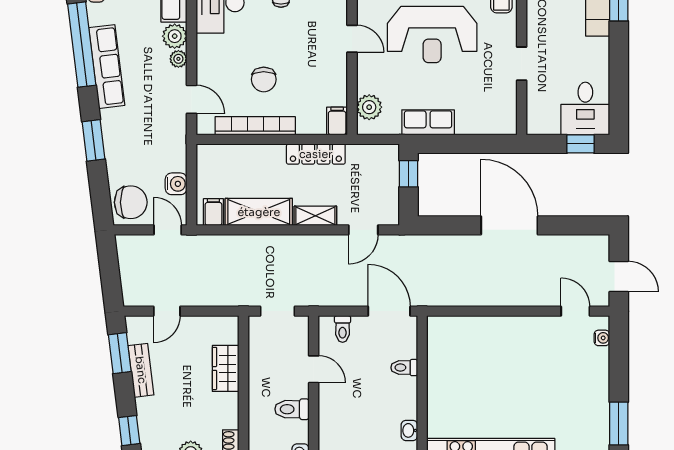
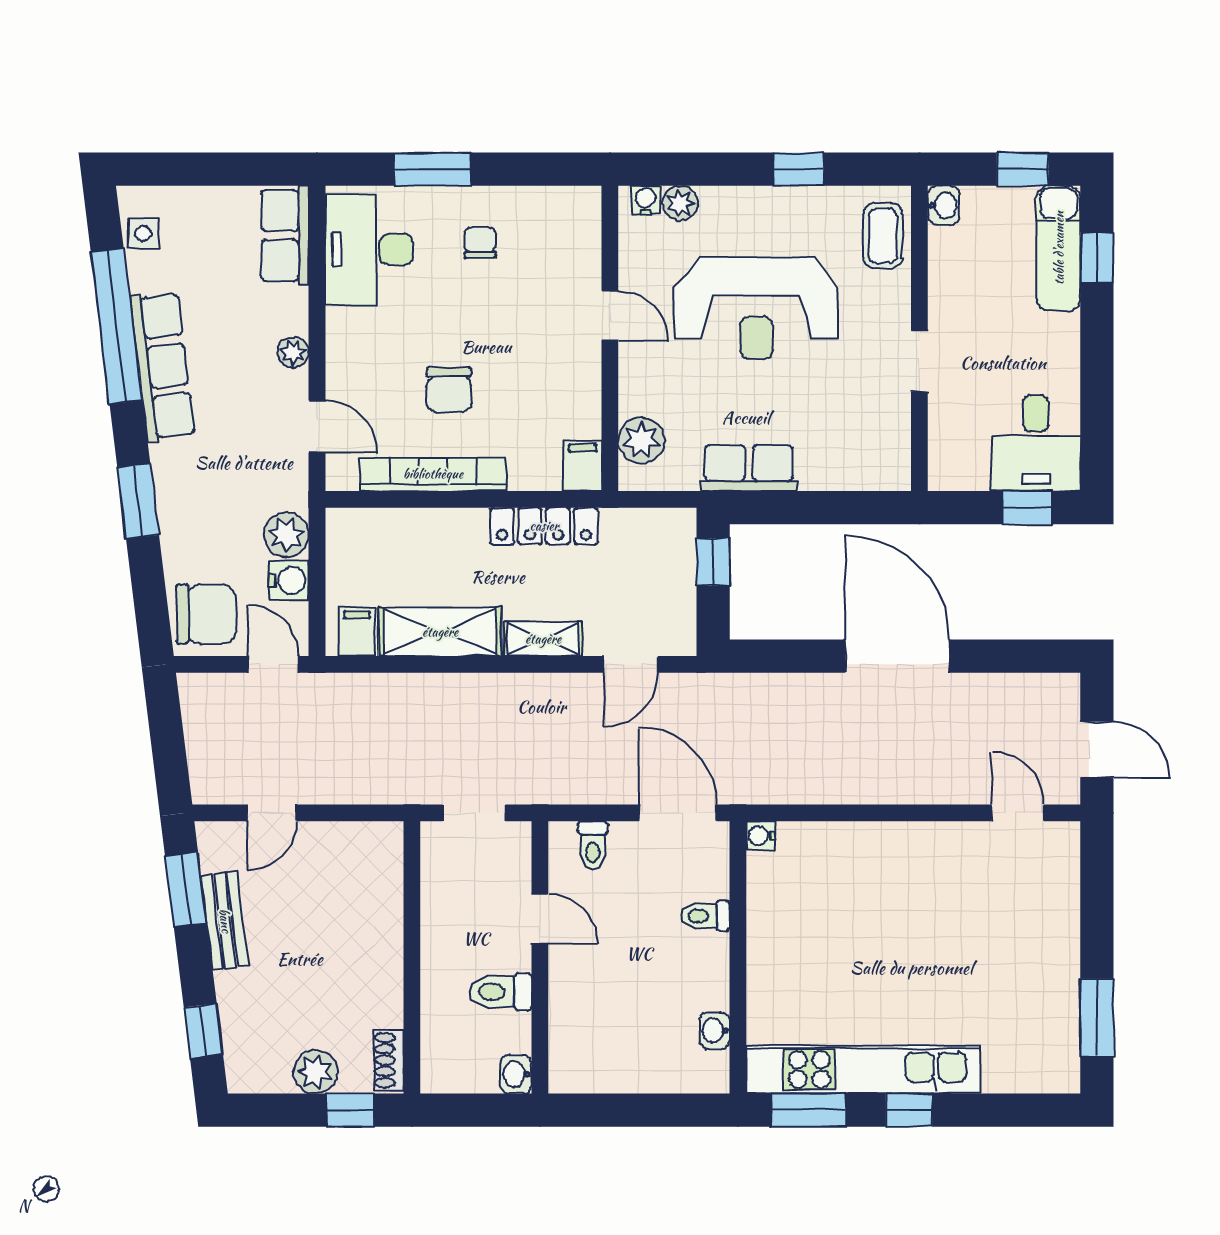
plant: (175, 36) -> (286, 535), moved
water cooler: (602, 338) -> (760, 836), moved, turned 180
wardrobe: (226, 368) -> (379, 917), removed

